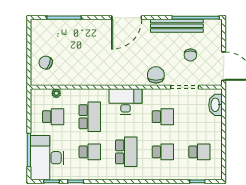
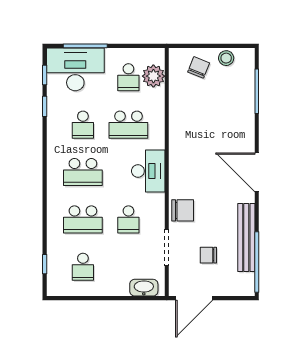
stool: (38, 41) -> (226, 58), added
plant: (56, 93) -> (153, 76), width x1.88, depth x1.88
school desk: (163, 152) -> (83, 219), width x1.85

